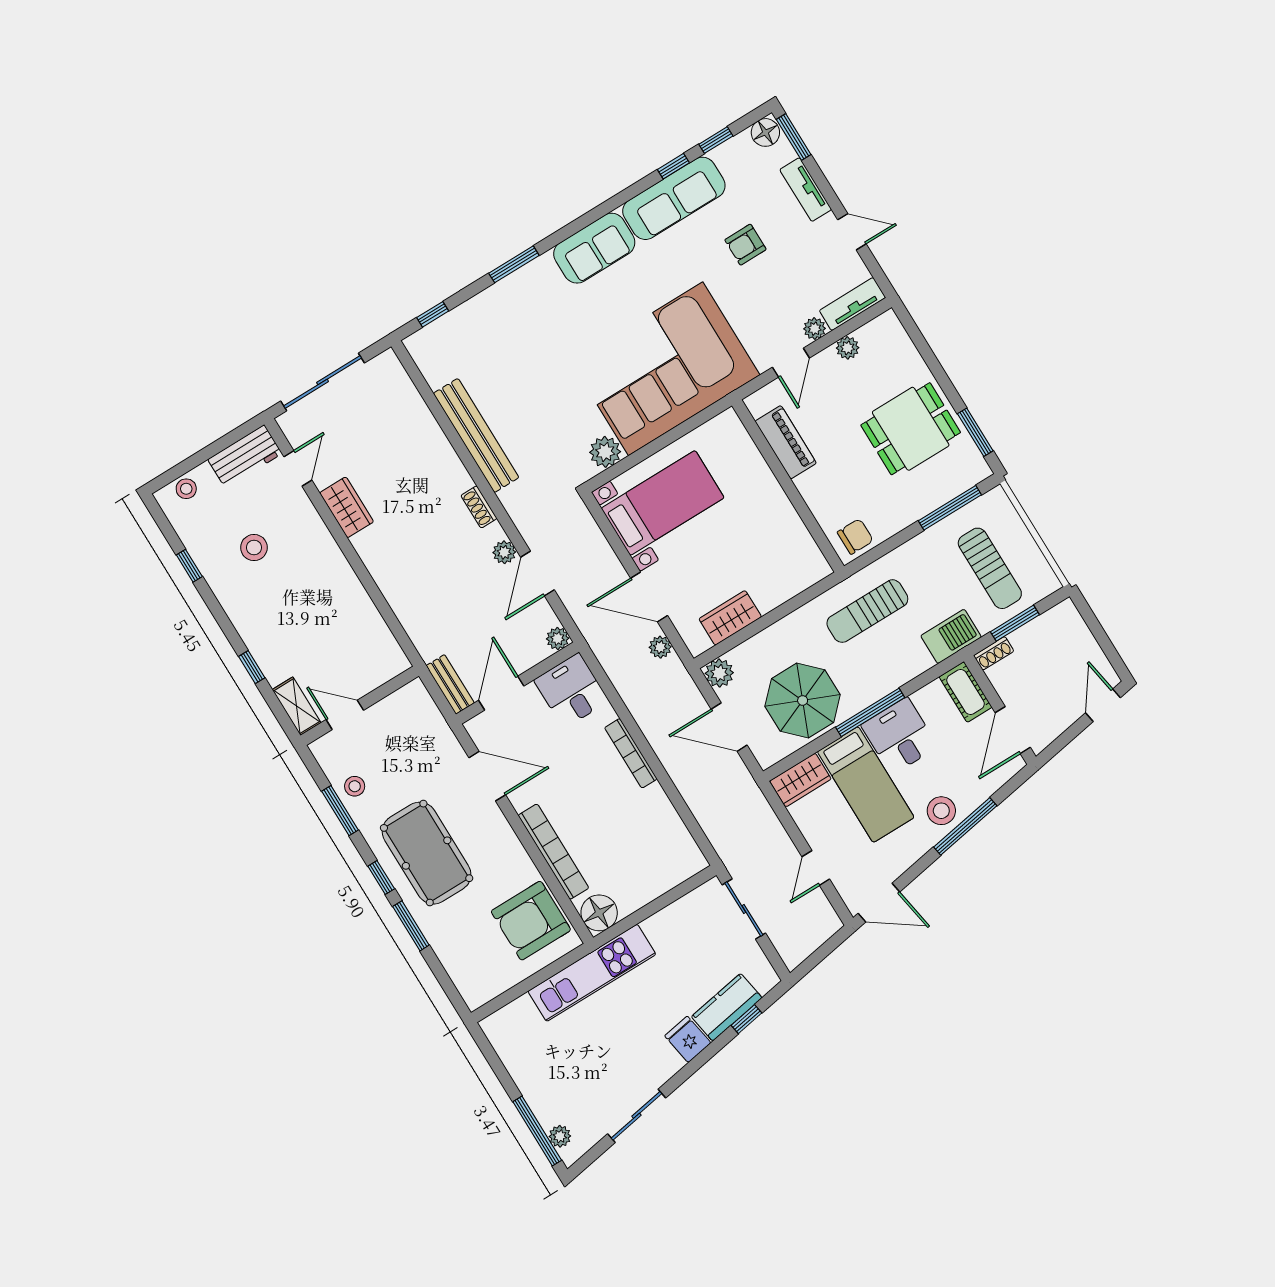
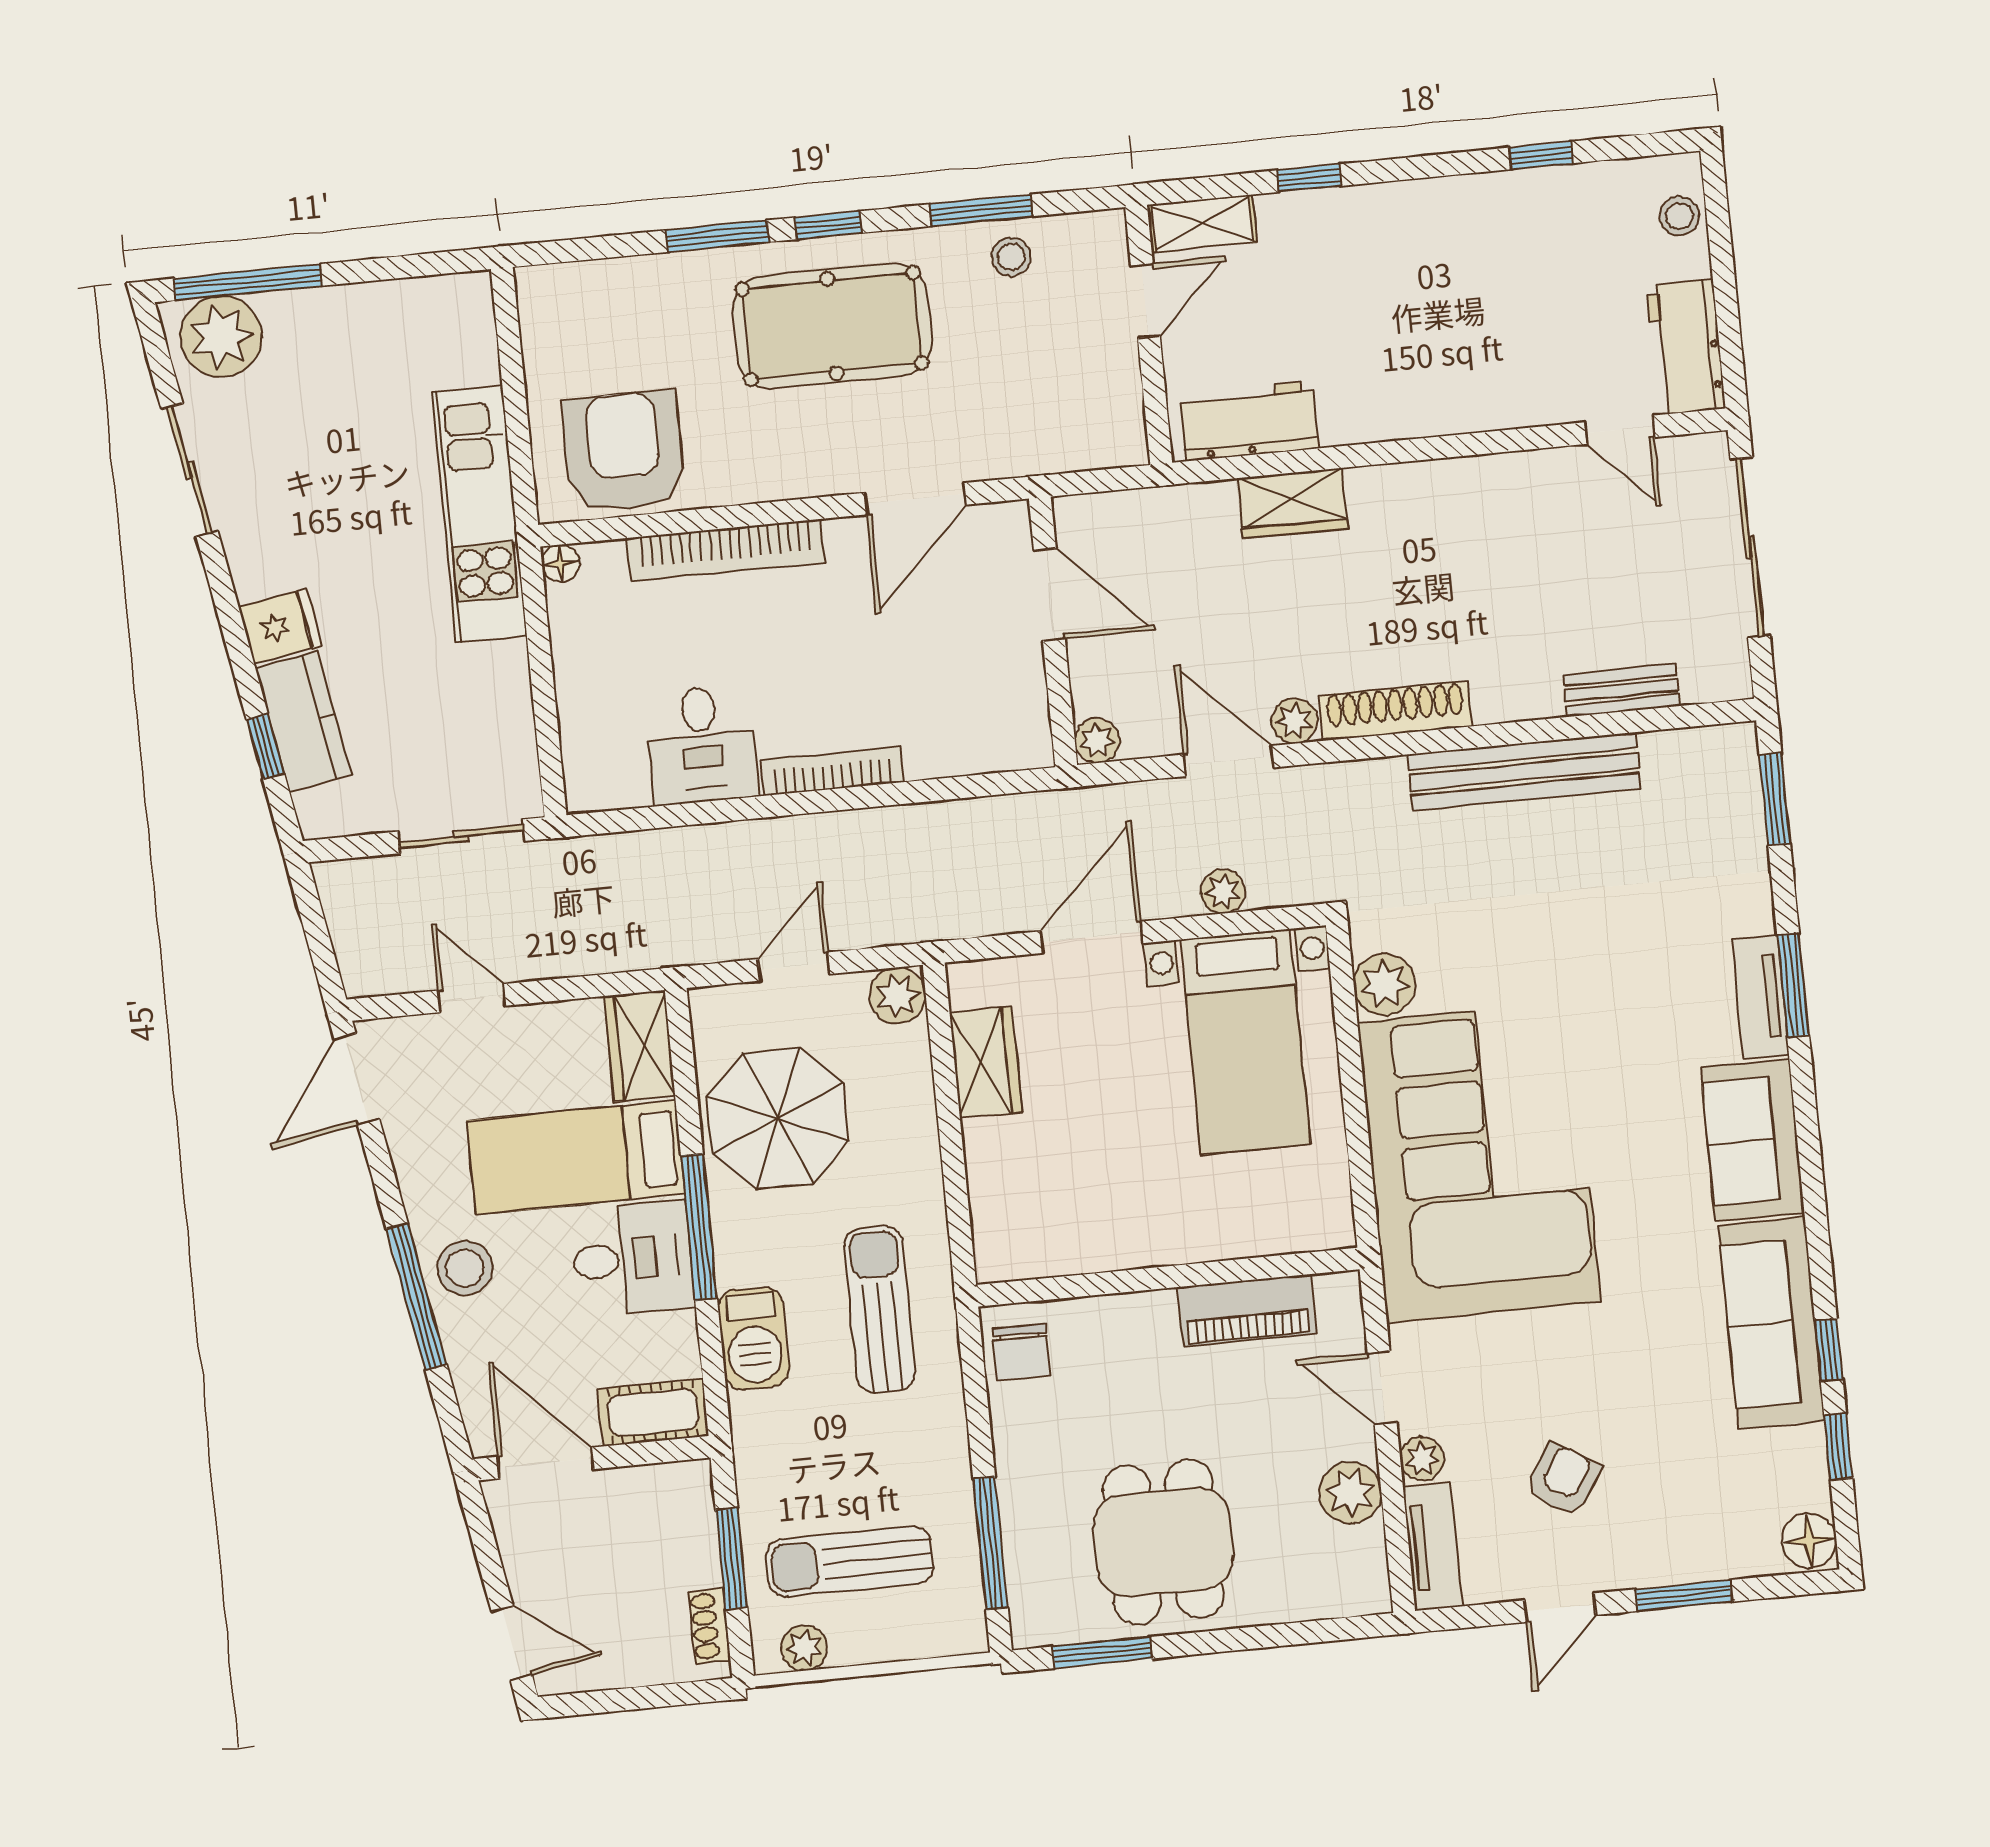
window: (794, 137) -> (1684, 1595), moved
tv unit: (806, 190) -> (1760, 997), moved, turned -90
armchair: (745, 245) -> (1563, 1480), moved, turned 32
window: (433, 314) -> (1775, 799), width x1.50
plant: (848, 348) -> (1350, 1493), width x1.38, depth x1.38
wardrobe: (347, 507) -> (1292, 503), moved
shoe rack: (479, 507) -> (1396, 711), width x1.94, depth x1.24
stool: (254, 548) -> (1518, 285), removed
plant: (1040, 570) -> (804, 1648), added
barbecue: (951, 636) -> (754, 1338), moved
workbench: (377, 641) -> (1249, 421), added
plant: (660, 647) -> (1223, 891), moved
shoe rack: (994, 653) -> (710, 1626), moved
bench: (450, 684) -> (1621, 690), moved
desk: (571, 691) -> (702, 745), moved, turned 90
door: (729, 727) -> (794, 967), width x0.73
floor lamp: (599, 913) -> (561, 563), width x0.53, depth x0.53
plant: (560, 1136) -> (221, 337), width x1.87, depth x1.87

